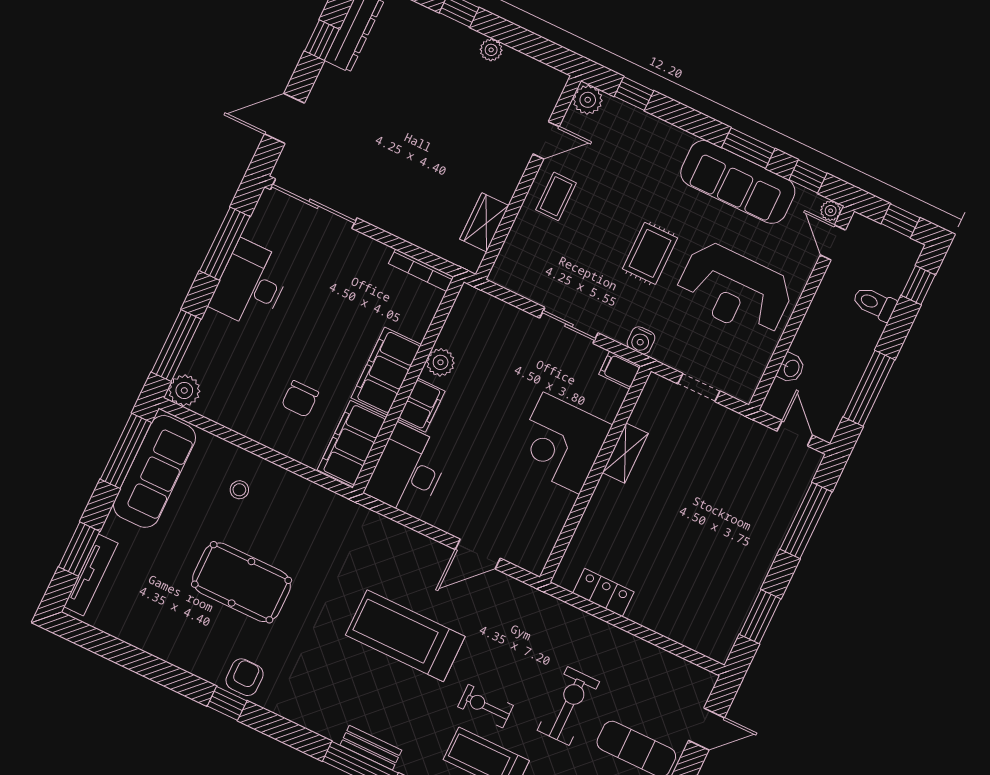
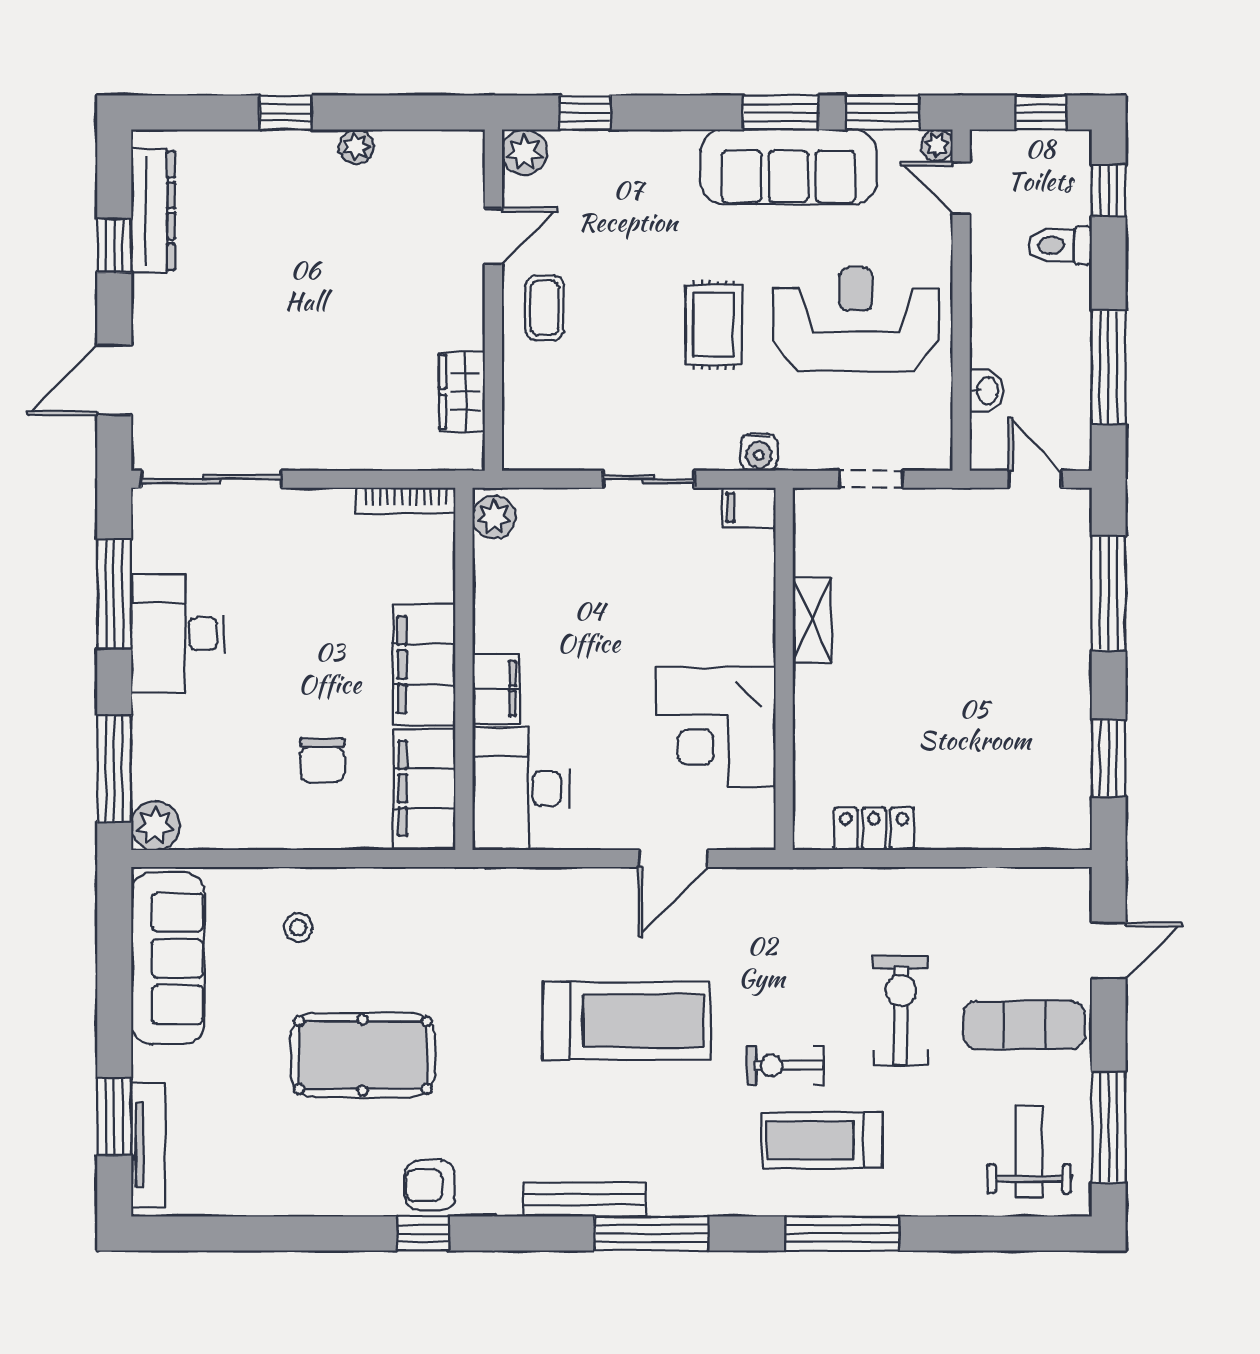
window: (808, 177) -> (883, 113), width x1.50
reception desk: (735, 290) -> (856, 319), turned 180
plant: (441, 362) -> (494, 517), moved
corner desk: (561, 443) -> (716, 727), moved
window: (126, 451) -> (114, 949), removed
treadmill: (405, 636) -> (627, 1021), turned 180
armchair: (245, 677) -> (430, 1185), turned -90
bench: (371, 748) -> (585, 1199), moved, width x1.36

